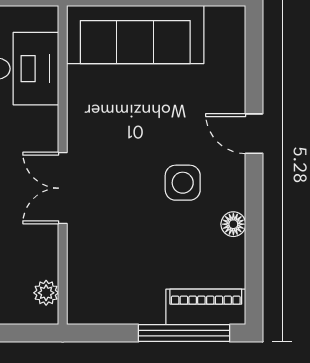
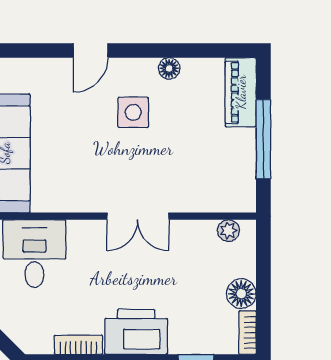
window: (184, 333) -> (263, 139), moved

